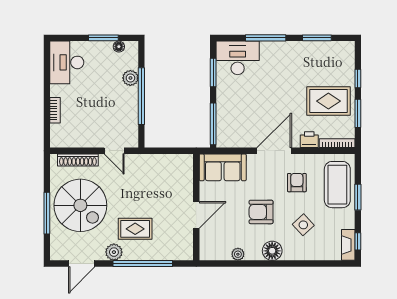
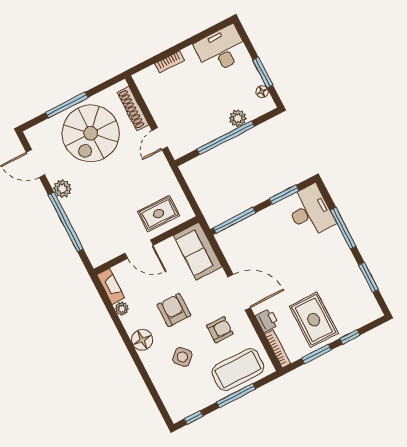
window: (358, 197) -> (236, 396), width x1.44
rug: (135, 229) -> (159, 214), moved, turned 90
fireplace: (348, 245) -> (111, 286), moved, turned 90

